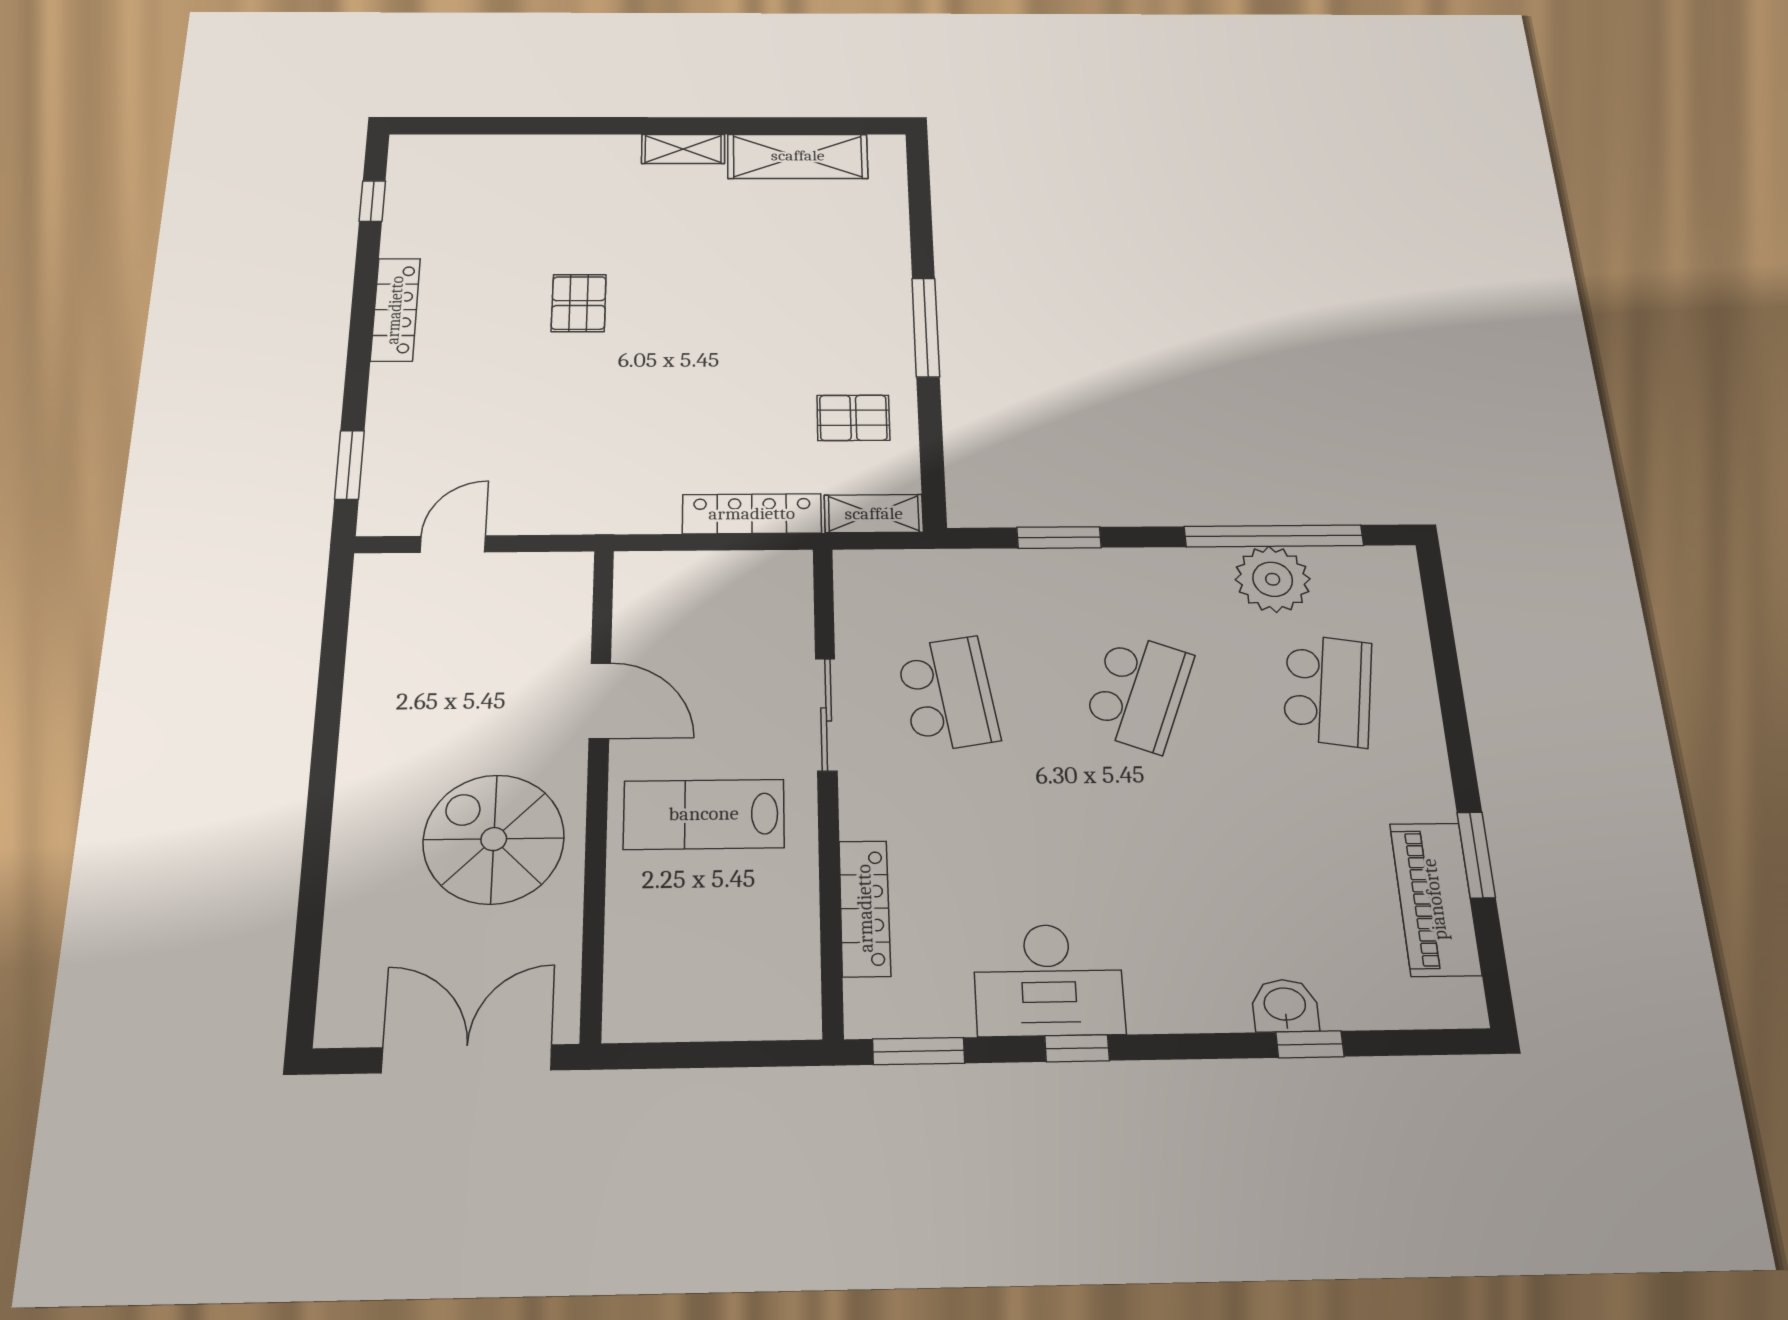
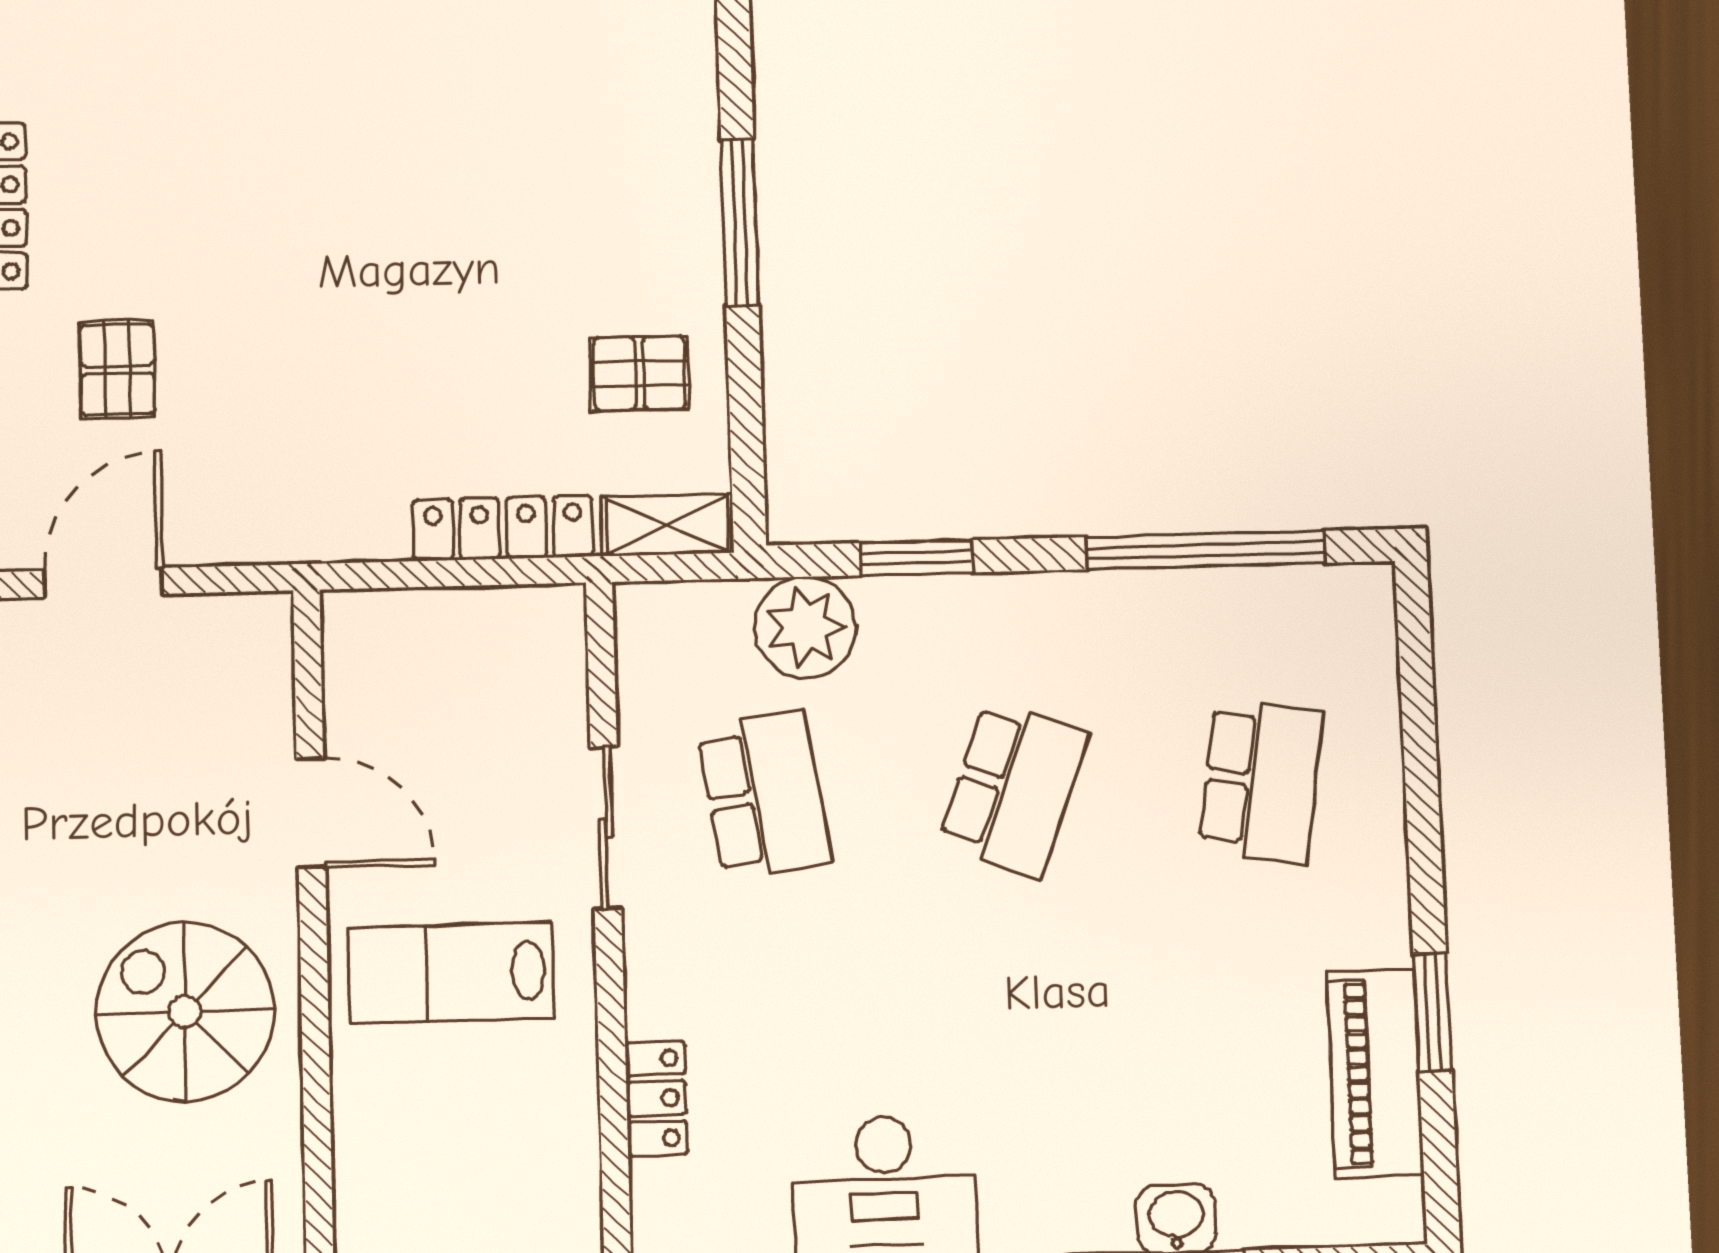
pallet: (579, 303) -> (117, 369), moved
door: (453, 544) -> (103, 582), width x1.38
plant: (1273, 579) -> (806, 627), moved
locker: (865, 908) -> (656, 1098), width x0.66

